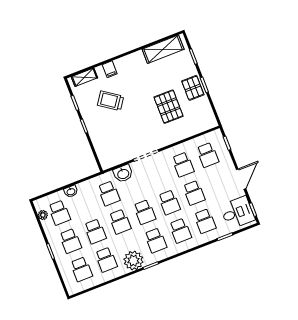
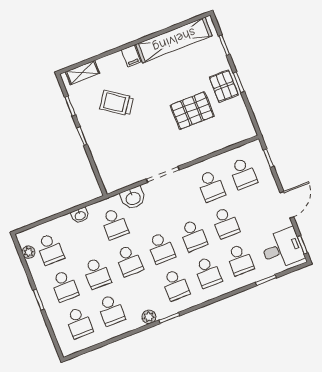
shelving: (163, 49) -> (174, 40), width x1.47
filing cabinet: (110, 69) -> (131, 56), moved
pallet: (169, 107) -> (192, 111), turned 90
washbasin: (71, 191) -> (80, 215), moved
plant: (133, 261) -> (149, 317), width x0.53, depth x0.53

